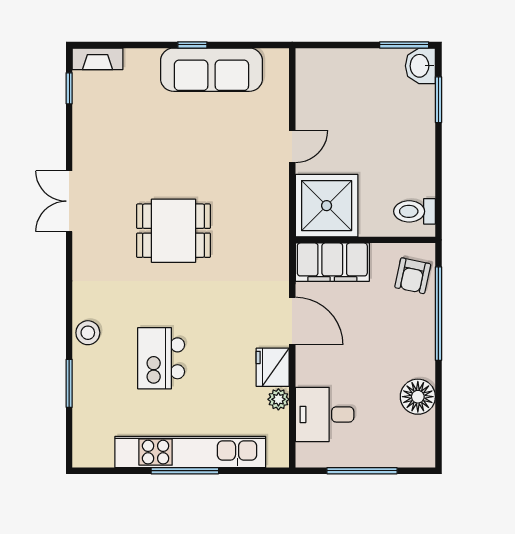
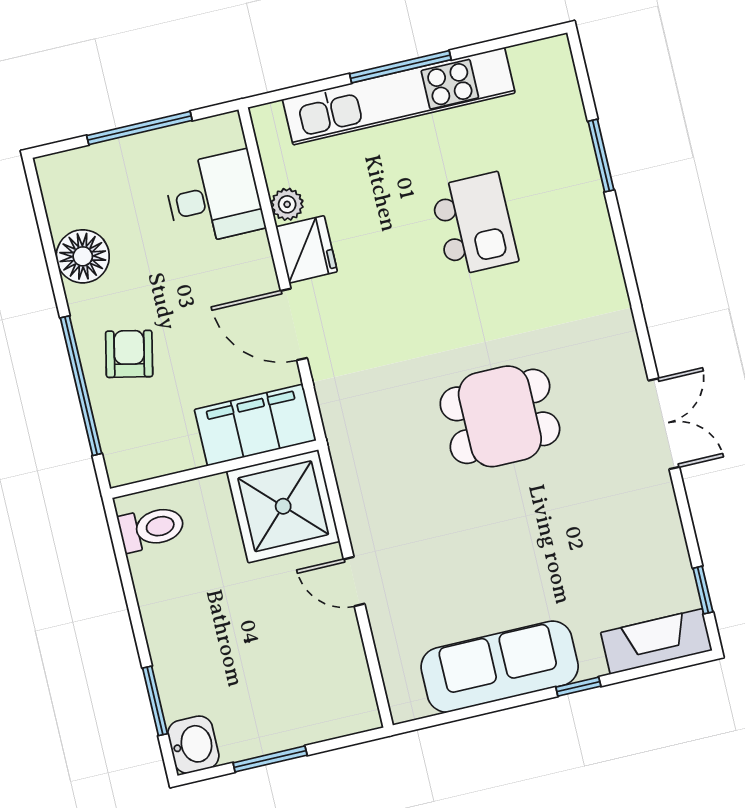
window: (192, 45) -> (578, 687), moved
window: (404, 45) -> (270, 759), moved
fireplace: (97, 59) -> (656, 641), width x1.37, depth x1.32
door: (292, 146) -> (354, 581), hinge flipped
armchair: (413, 276) -> (129, 354), moved
stool: (88, 333) -> (591, 237), removed

